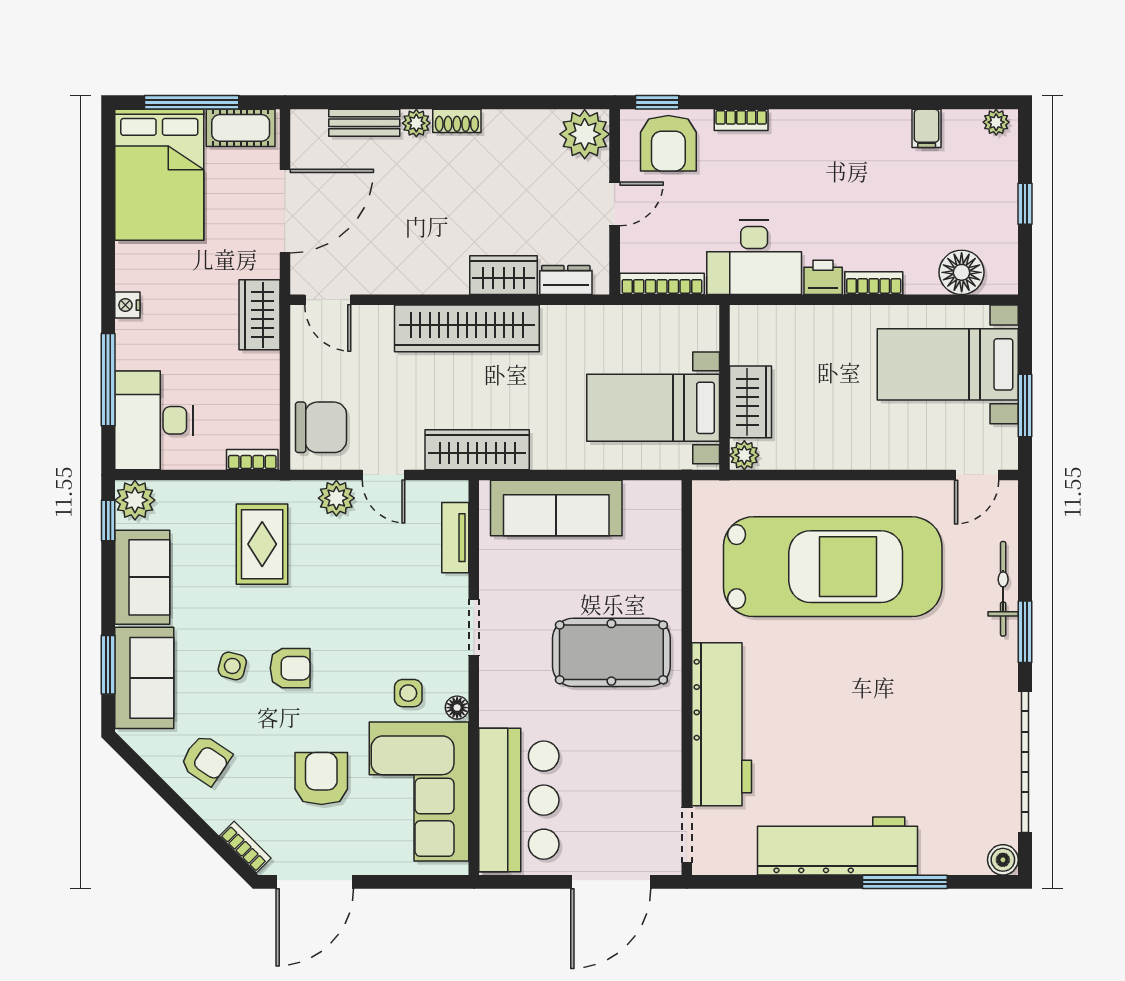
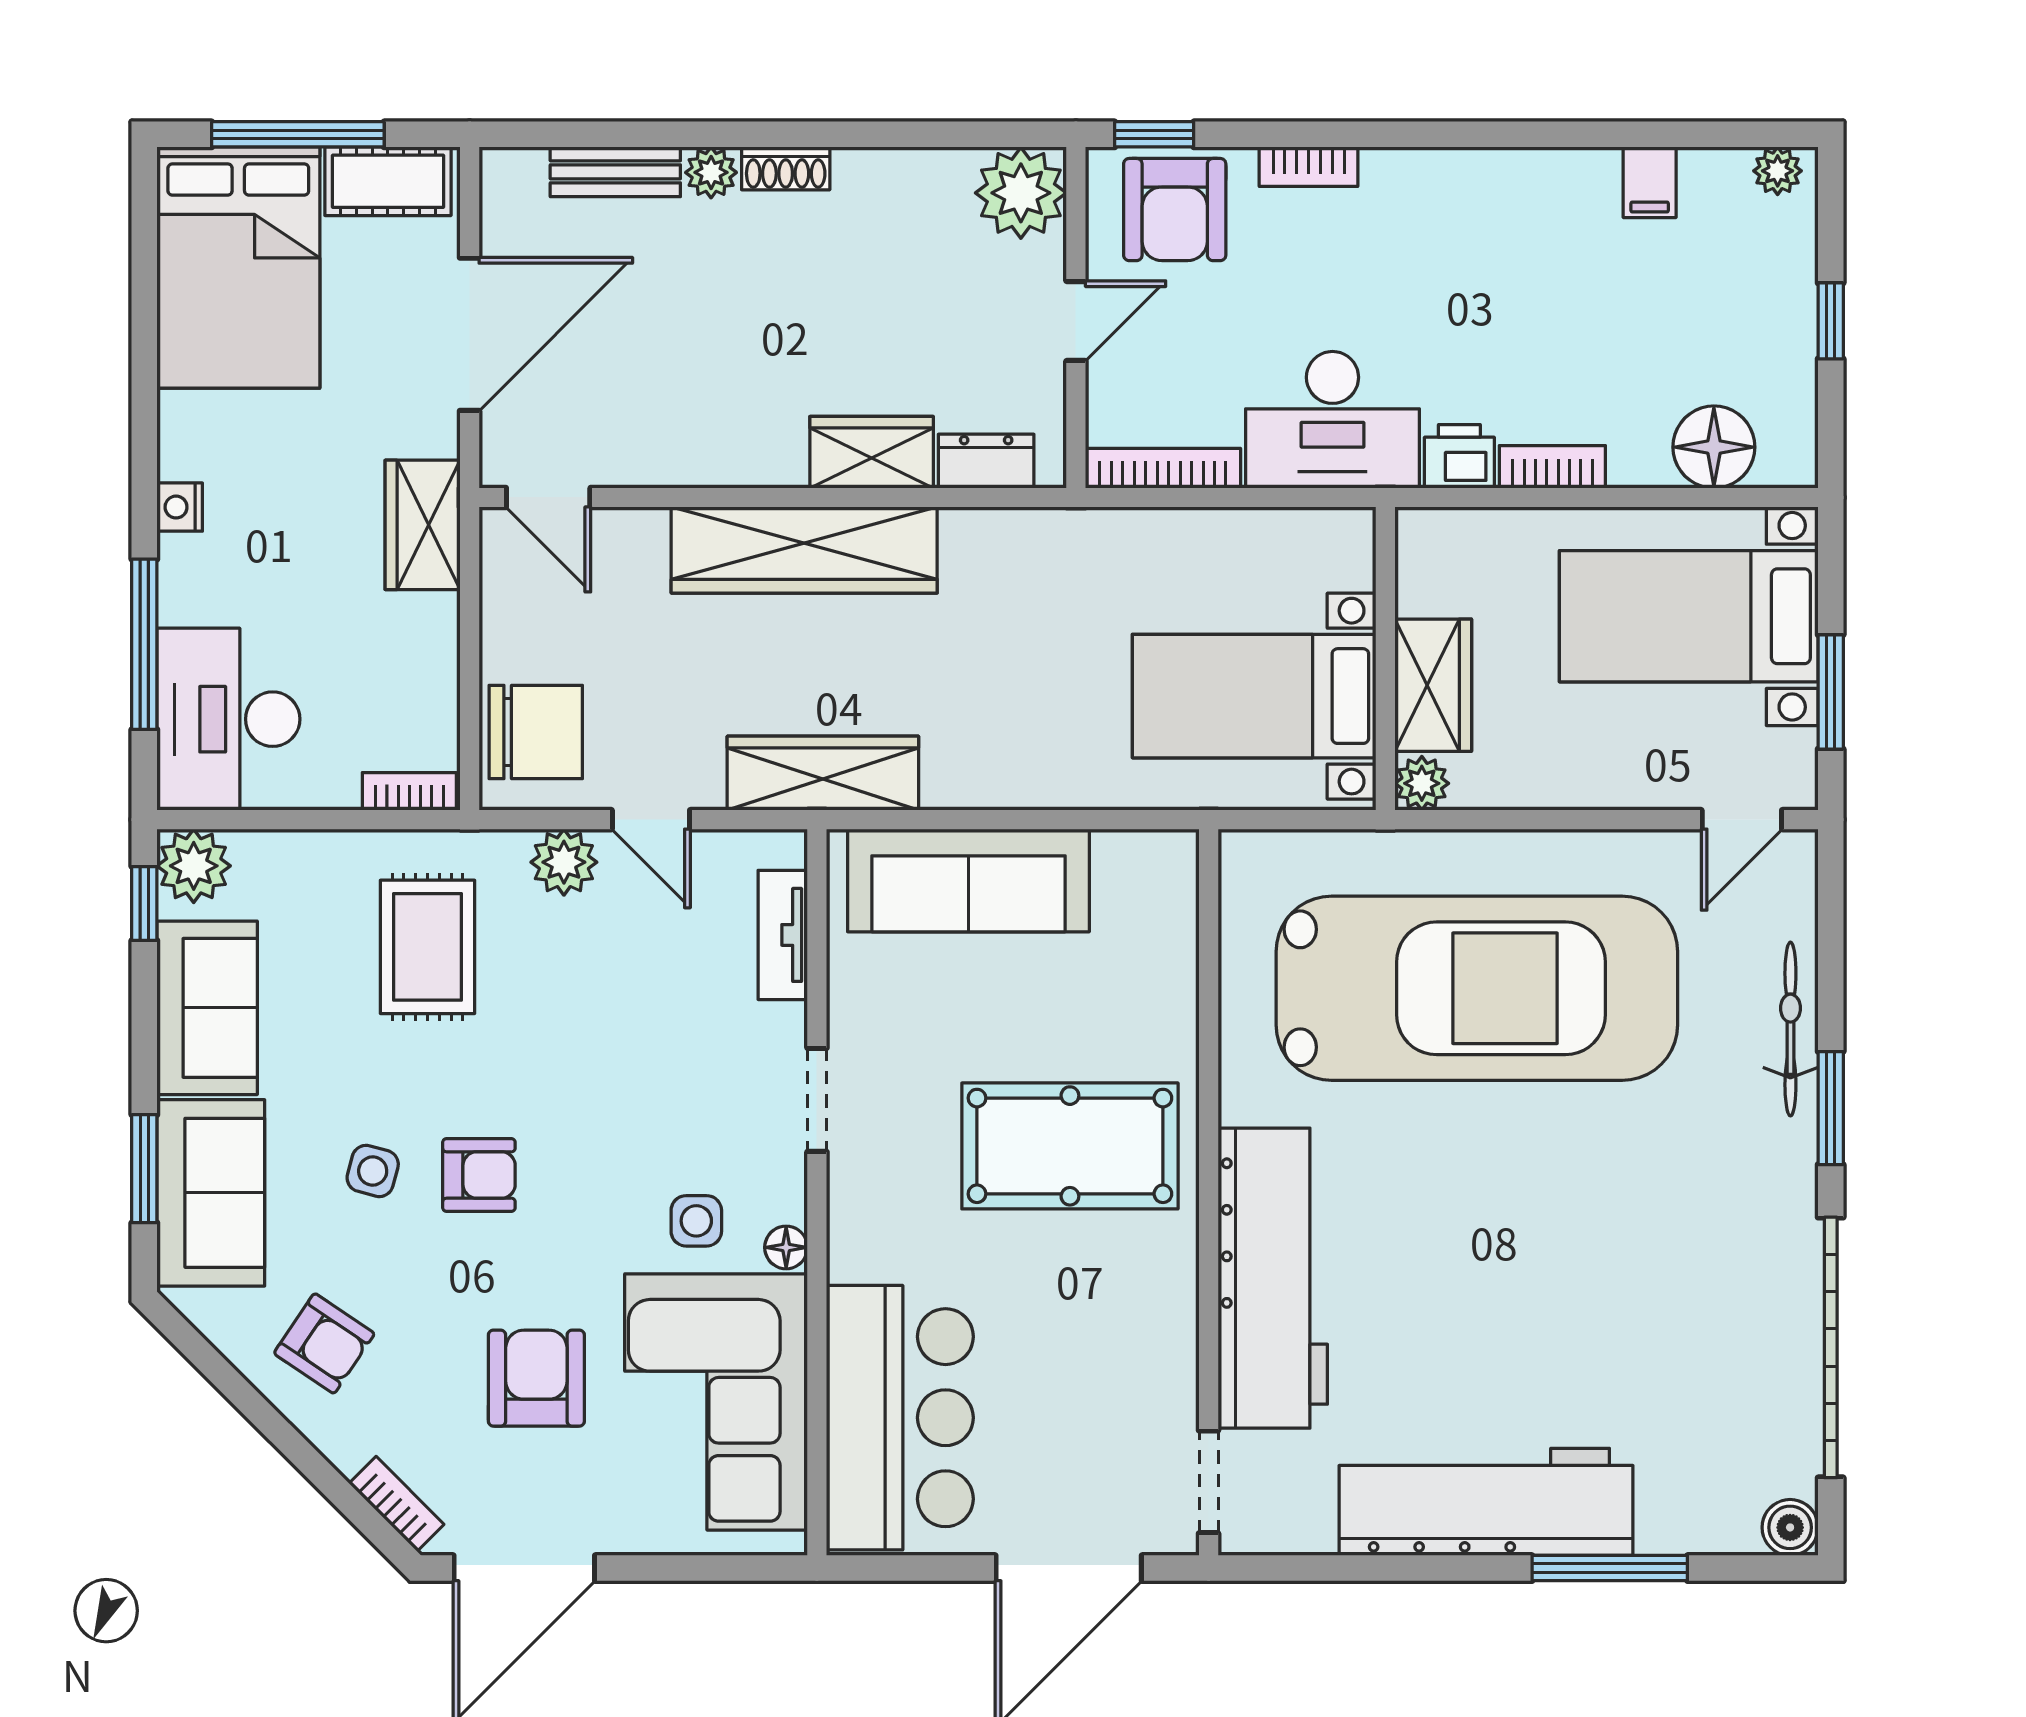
wall: (725, 387) -> (1385, 659), moved
wardrobe: (751, 402) -> (1433, 685), moved
bed with nightstands: (653, 408) -> (1254, 696), moved
plant: (744, 455) -> (1422, 783), moved

